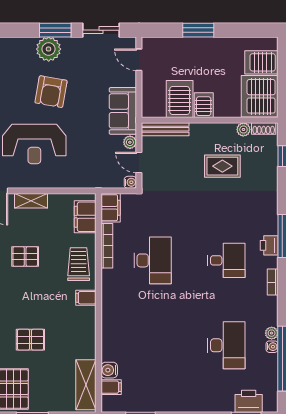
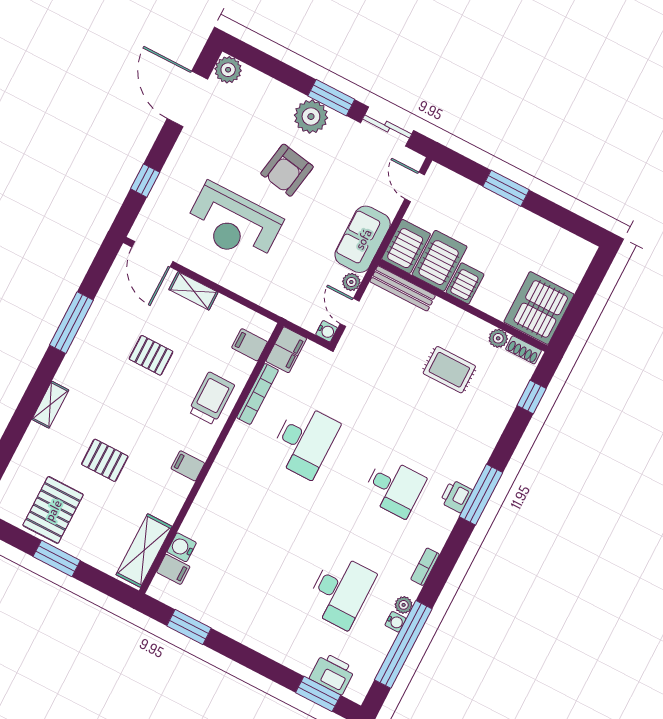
server rack: (261, 62) -> (406, 246), moved, turned 90
filing cabinet: (85, 217) -> (250, 345), width x0.50
bookcase: (273, 282) -> (425, 567), moved
filing cabinet: (86, 298) -> (188, 466), moved

